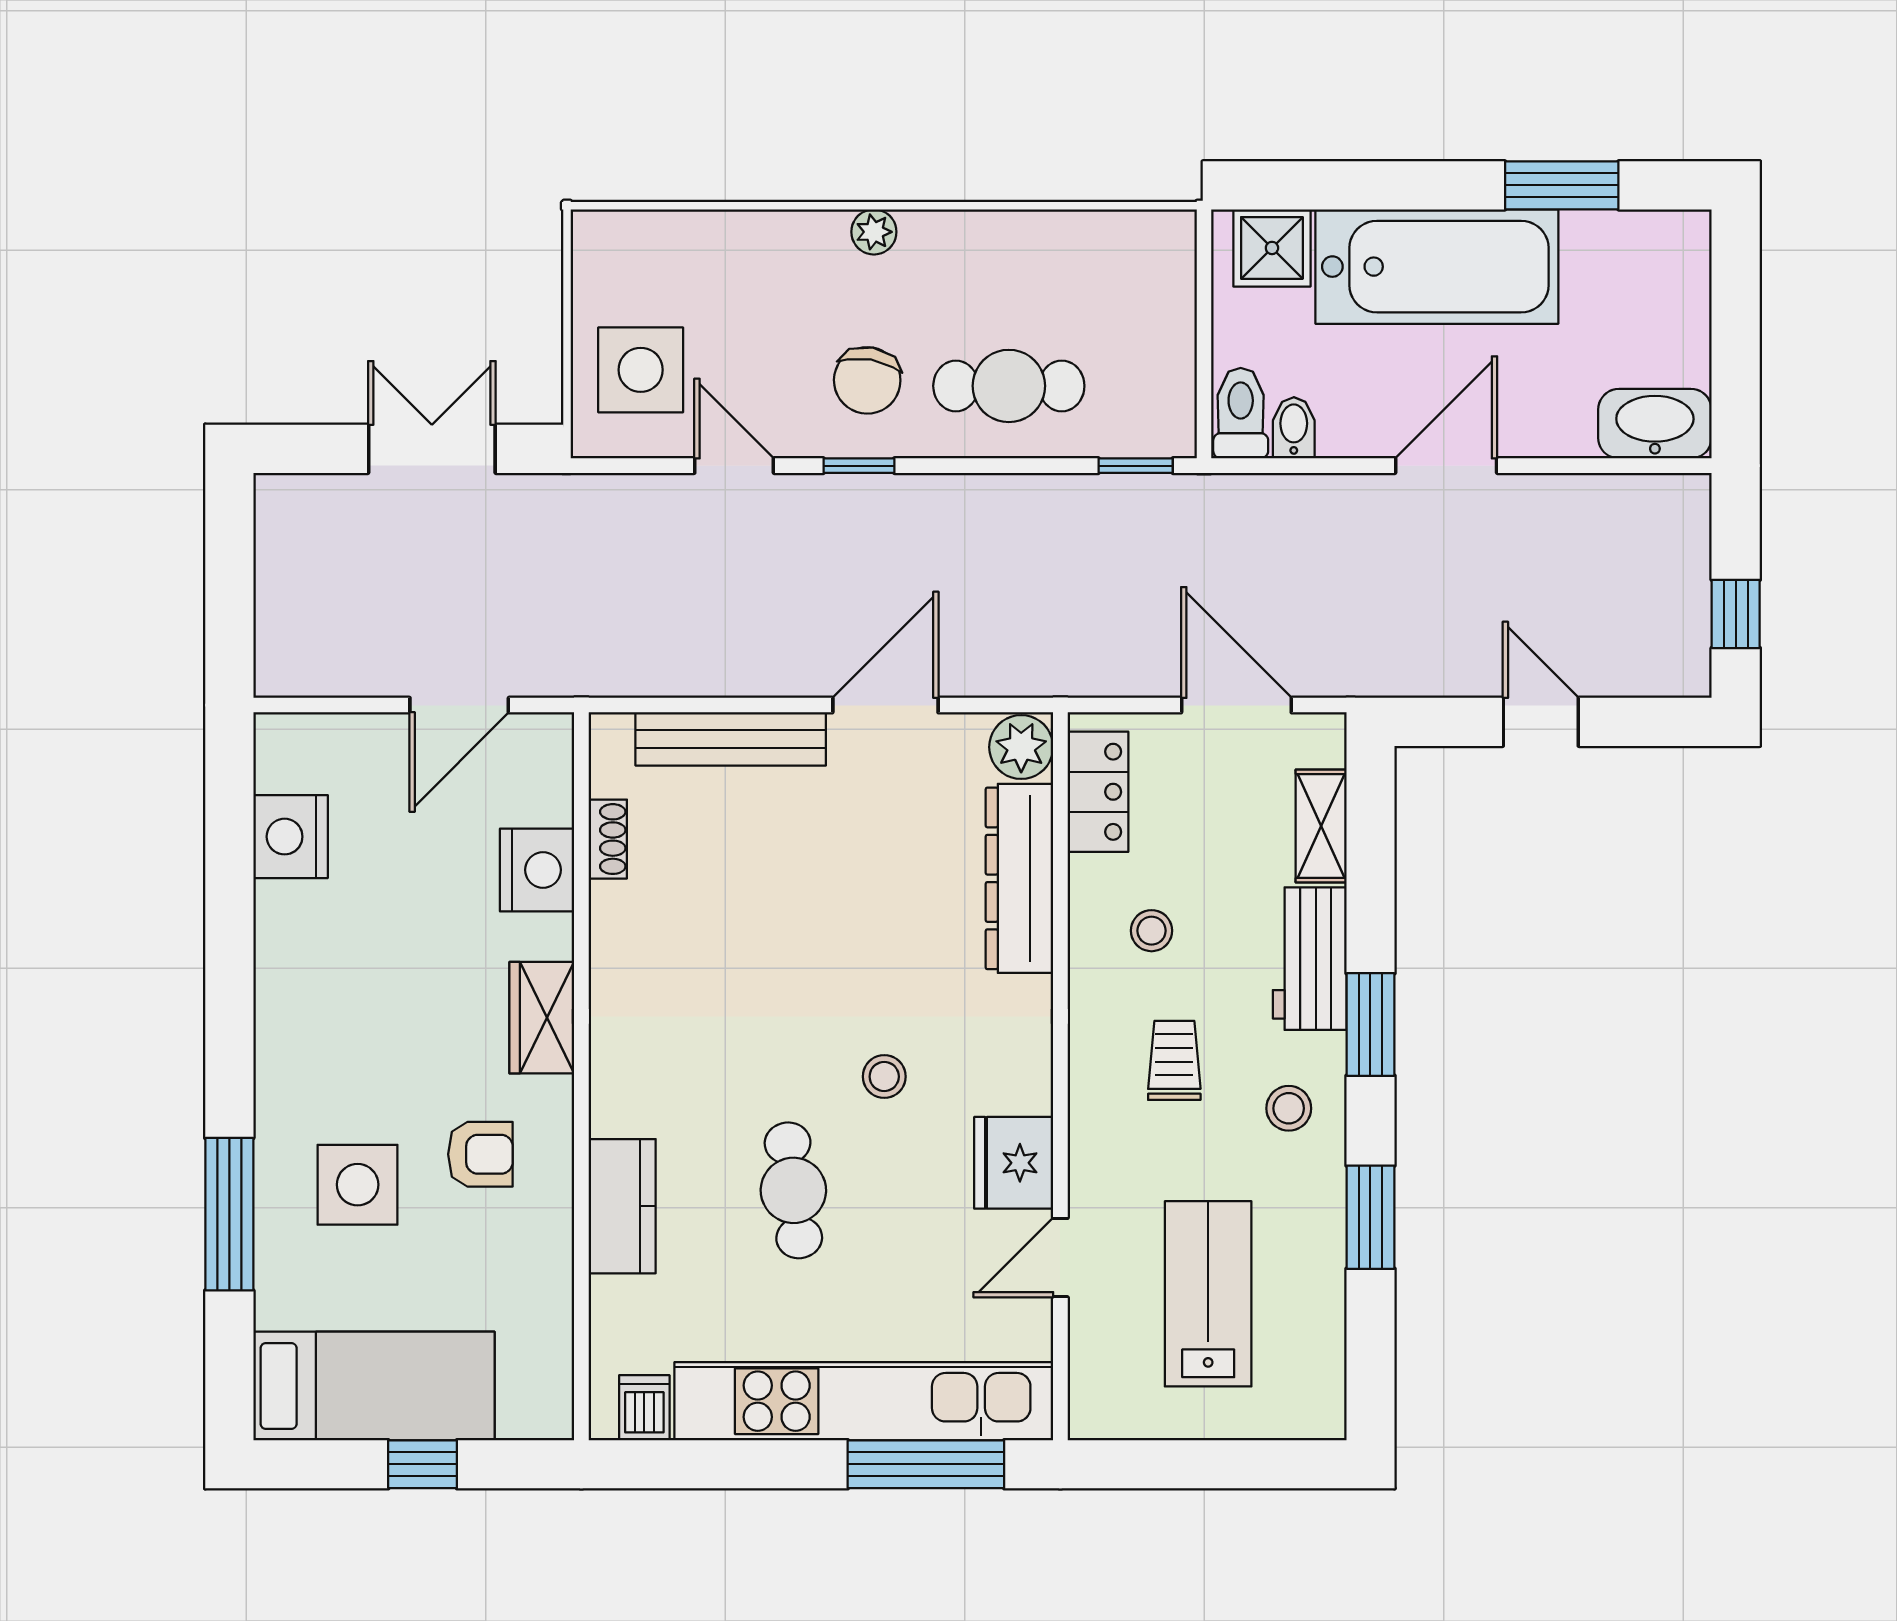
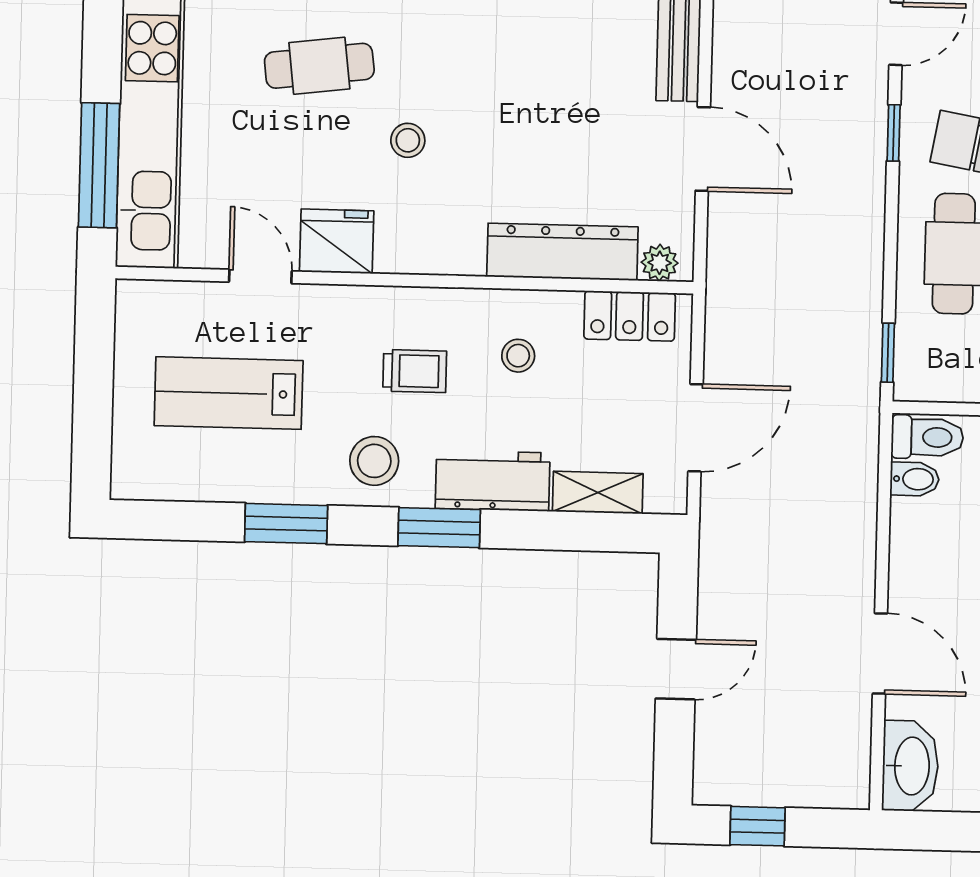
door: (1446, 466) -> (880, 654), moved
plant: (1021, 747) -> (660, 263), width x0.73, depth x0.73
stool: (1289, 1108) -> (374, 461), width x1.37, depth x1.37
lab bench: (1208, 1294) -> (229, 393), turned 180

